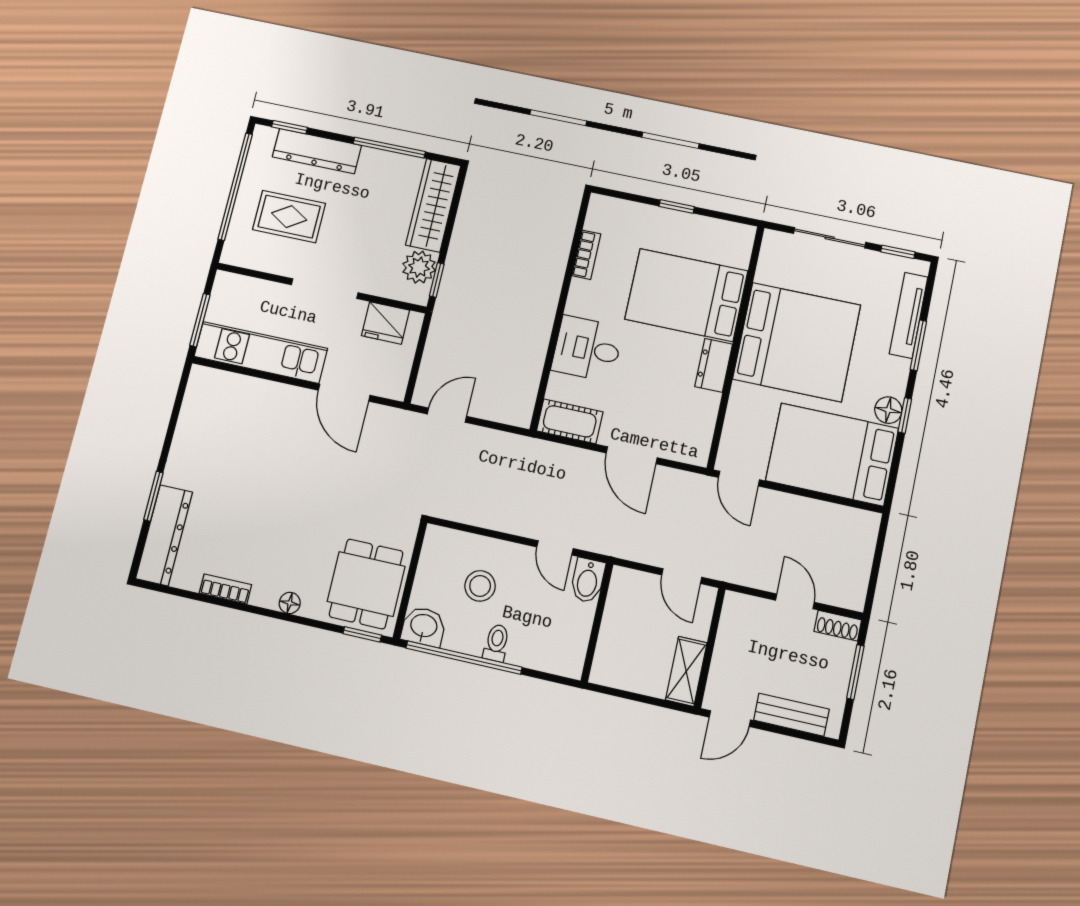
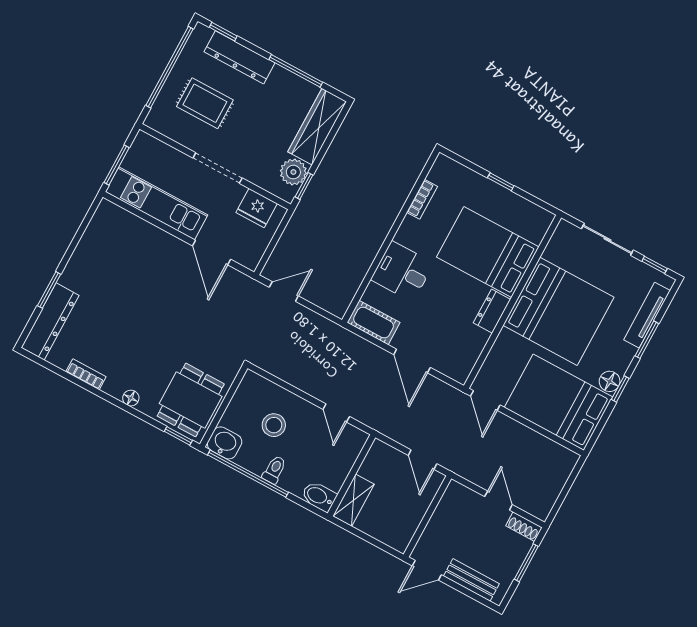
bidet: (588, 580) -> (319, 496), moved, turned 90
shelving: (686, 671) -> (353, 500), moved

